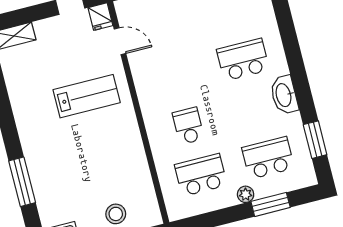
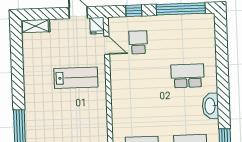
school desk: (188, 126) -> (138, 42), moved

